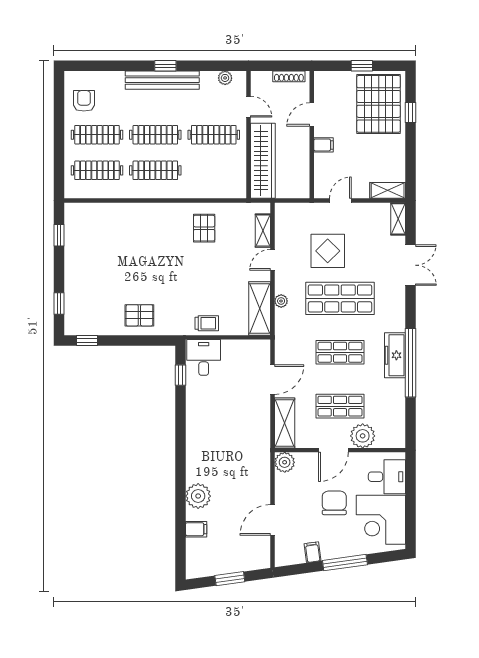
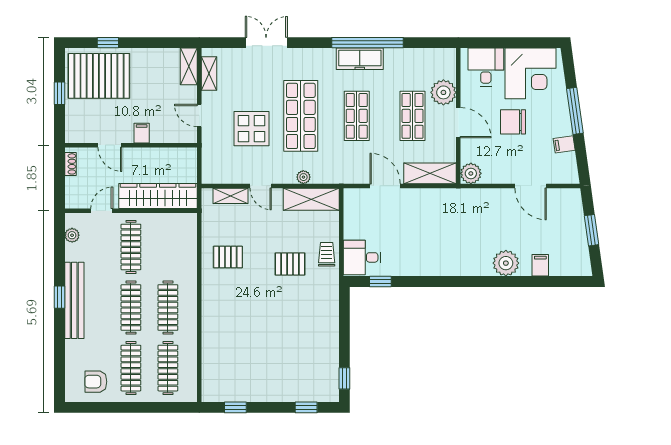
shoe rack: (289, 76) -> (70, 164), width x0.70
shelving: (398, 219) -> (209, 74), moved, turned 90
pallet: (139, 315) -> (290, 264), moved, turned 90

